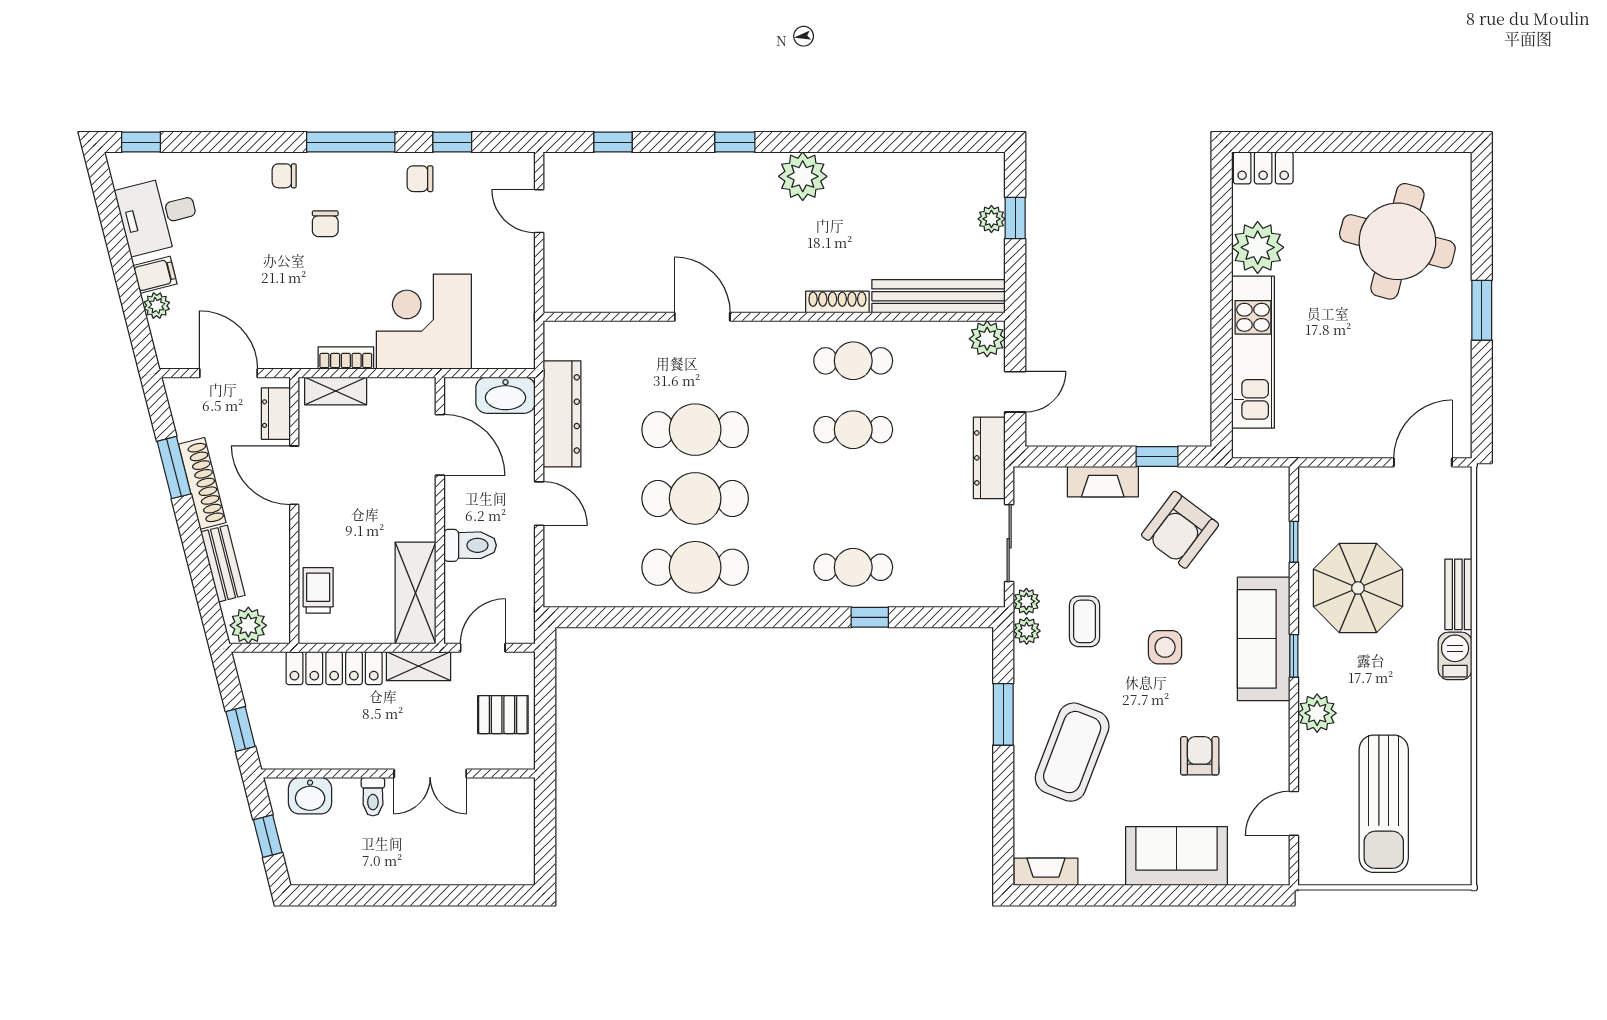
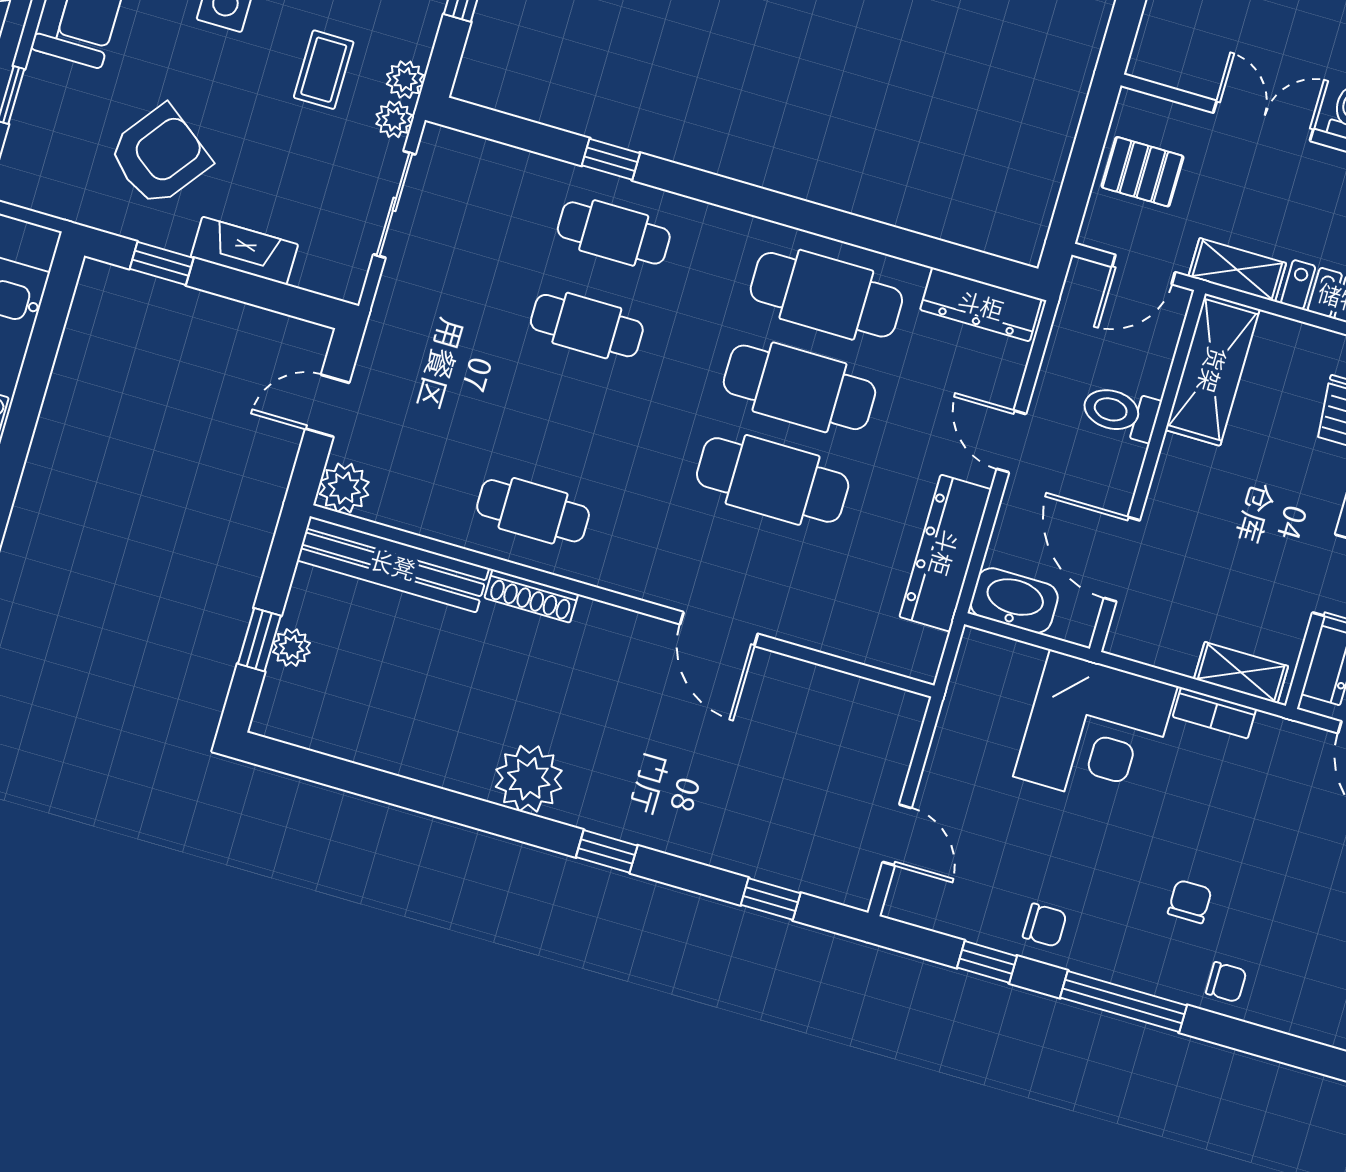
cafe table: (853, 430) -> (587, 326), moved
dresser: (989, 458) -> (981, 304), moved, turned 90

